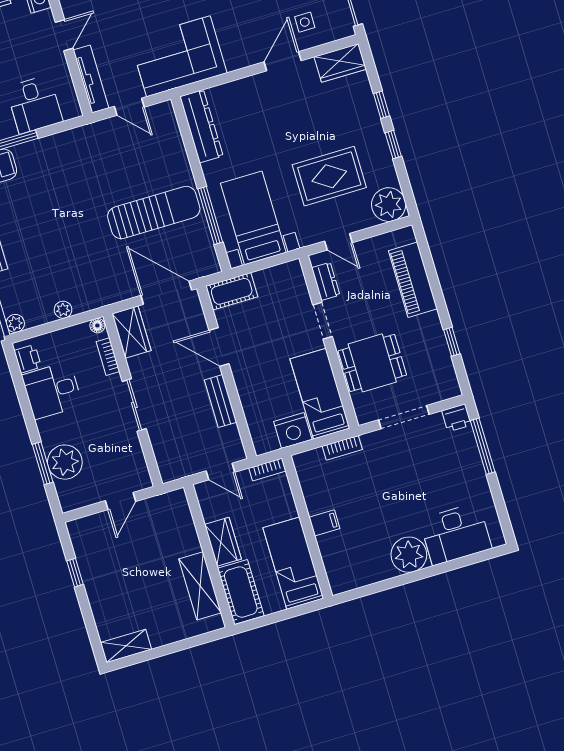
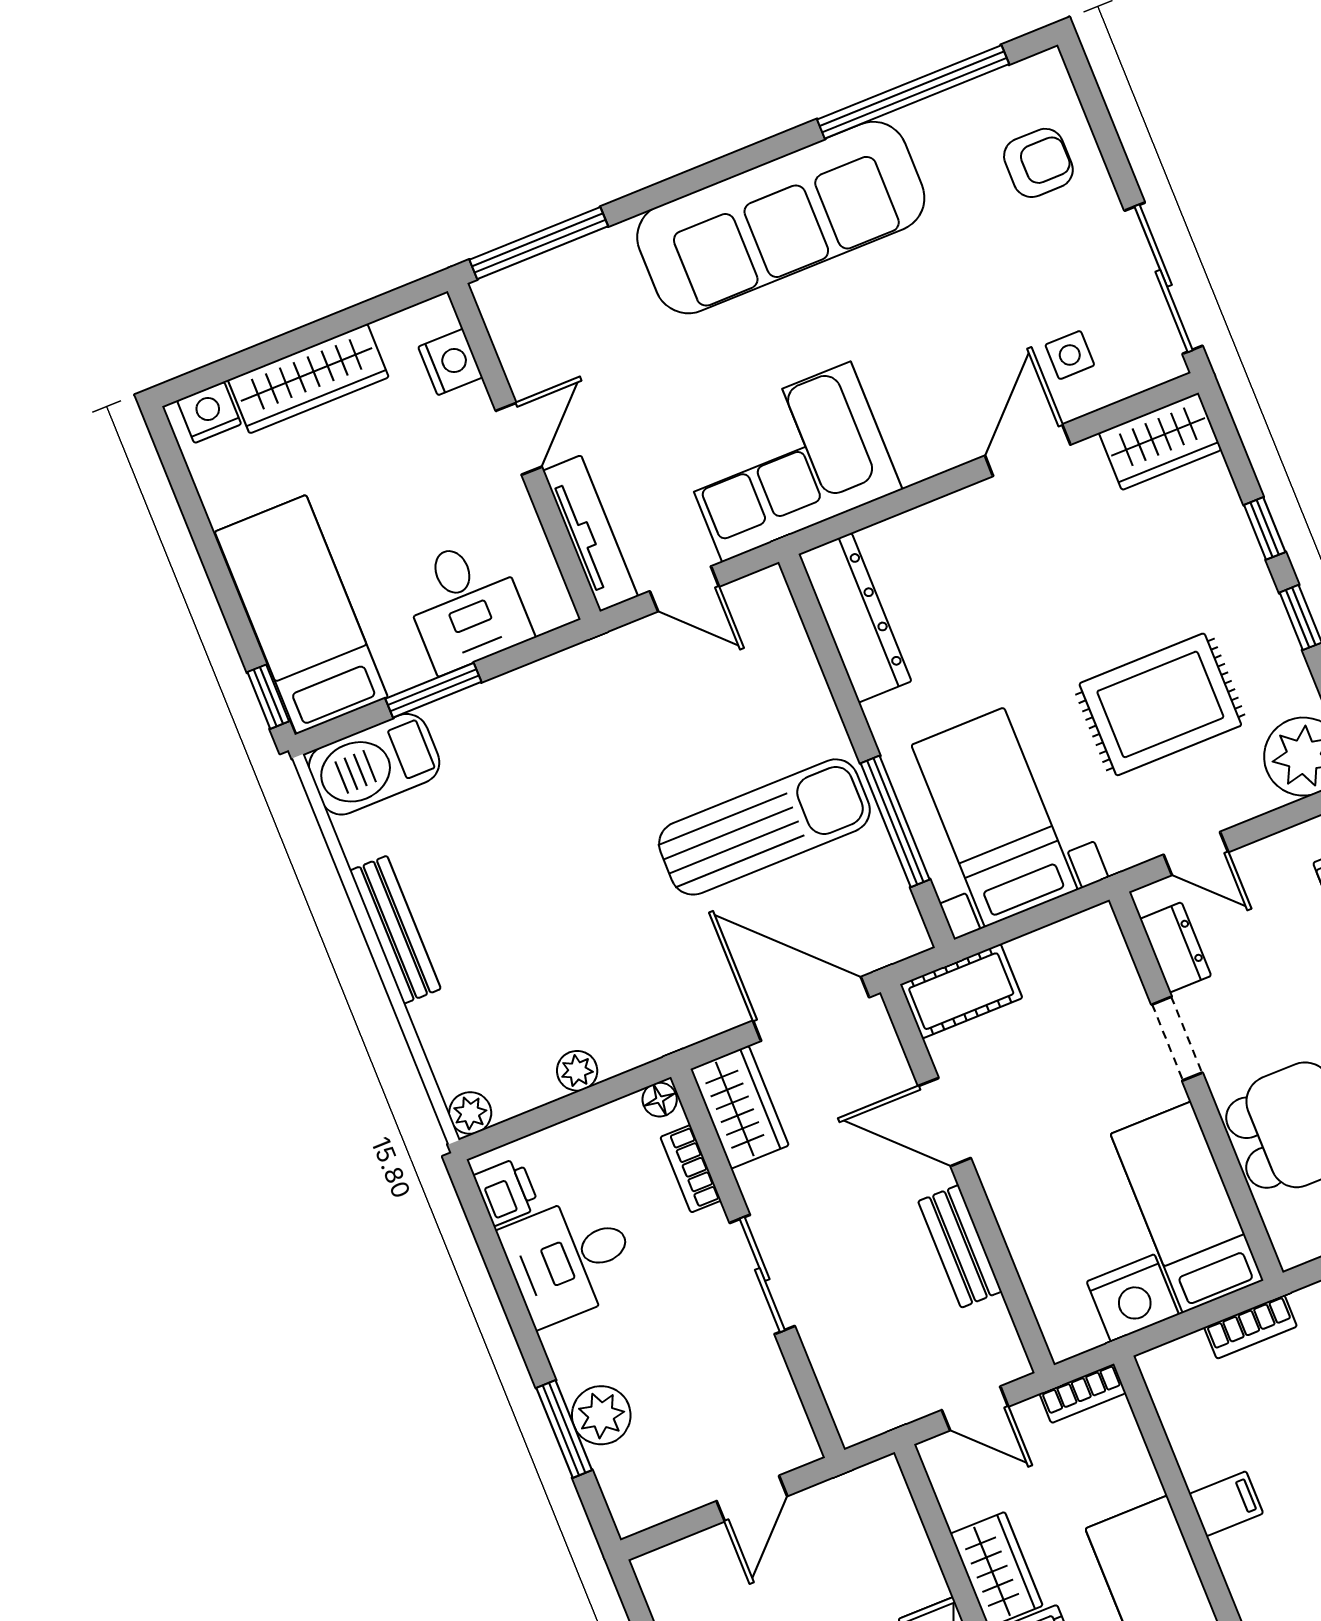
plant: (65, 462) -> (601, 1415), width x0.73, depth x0.73

